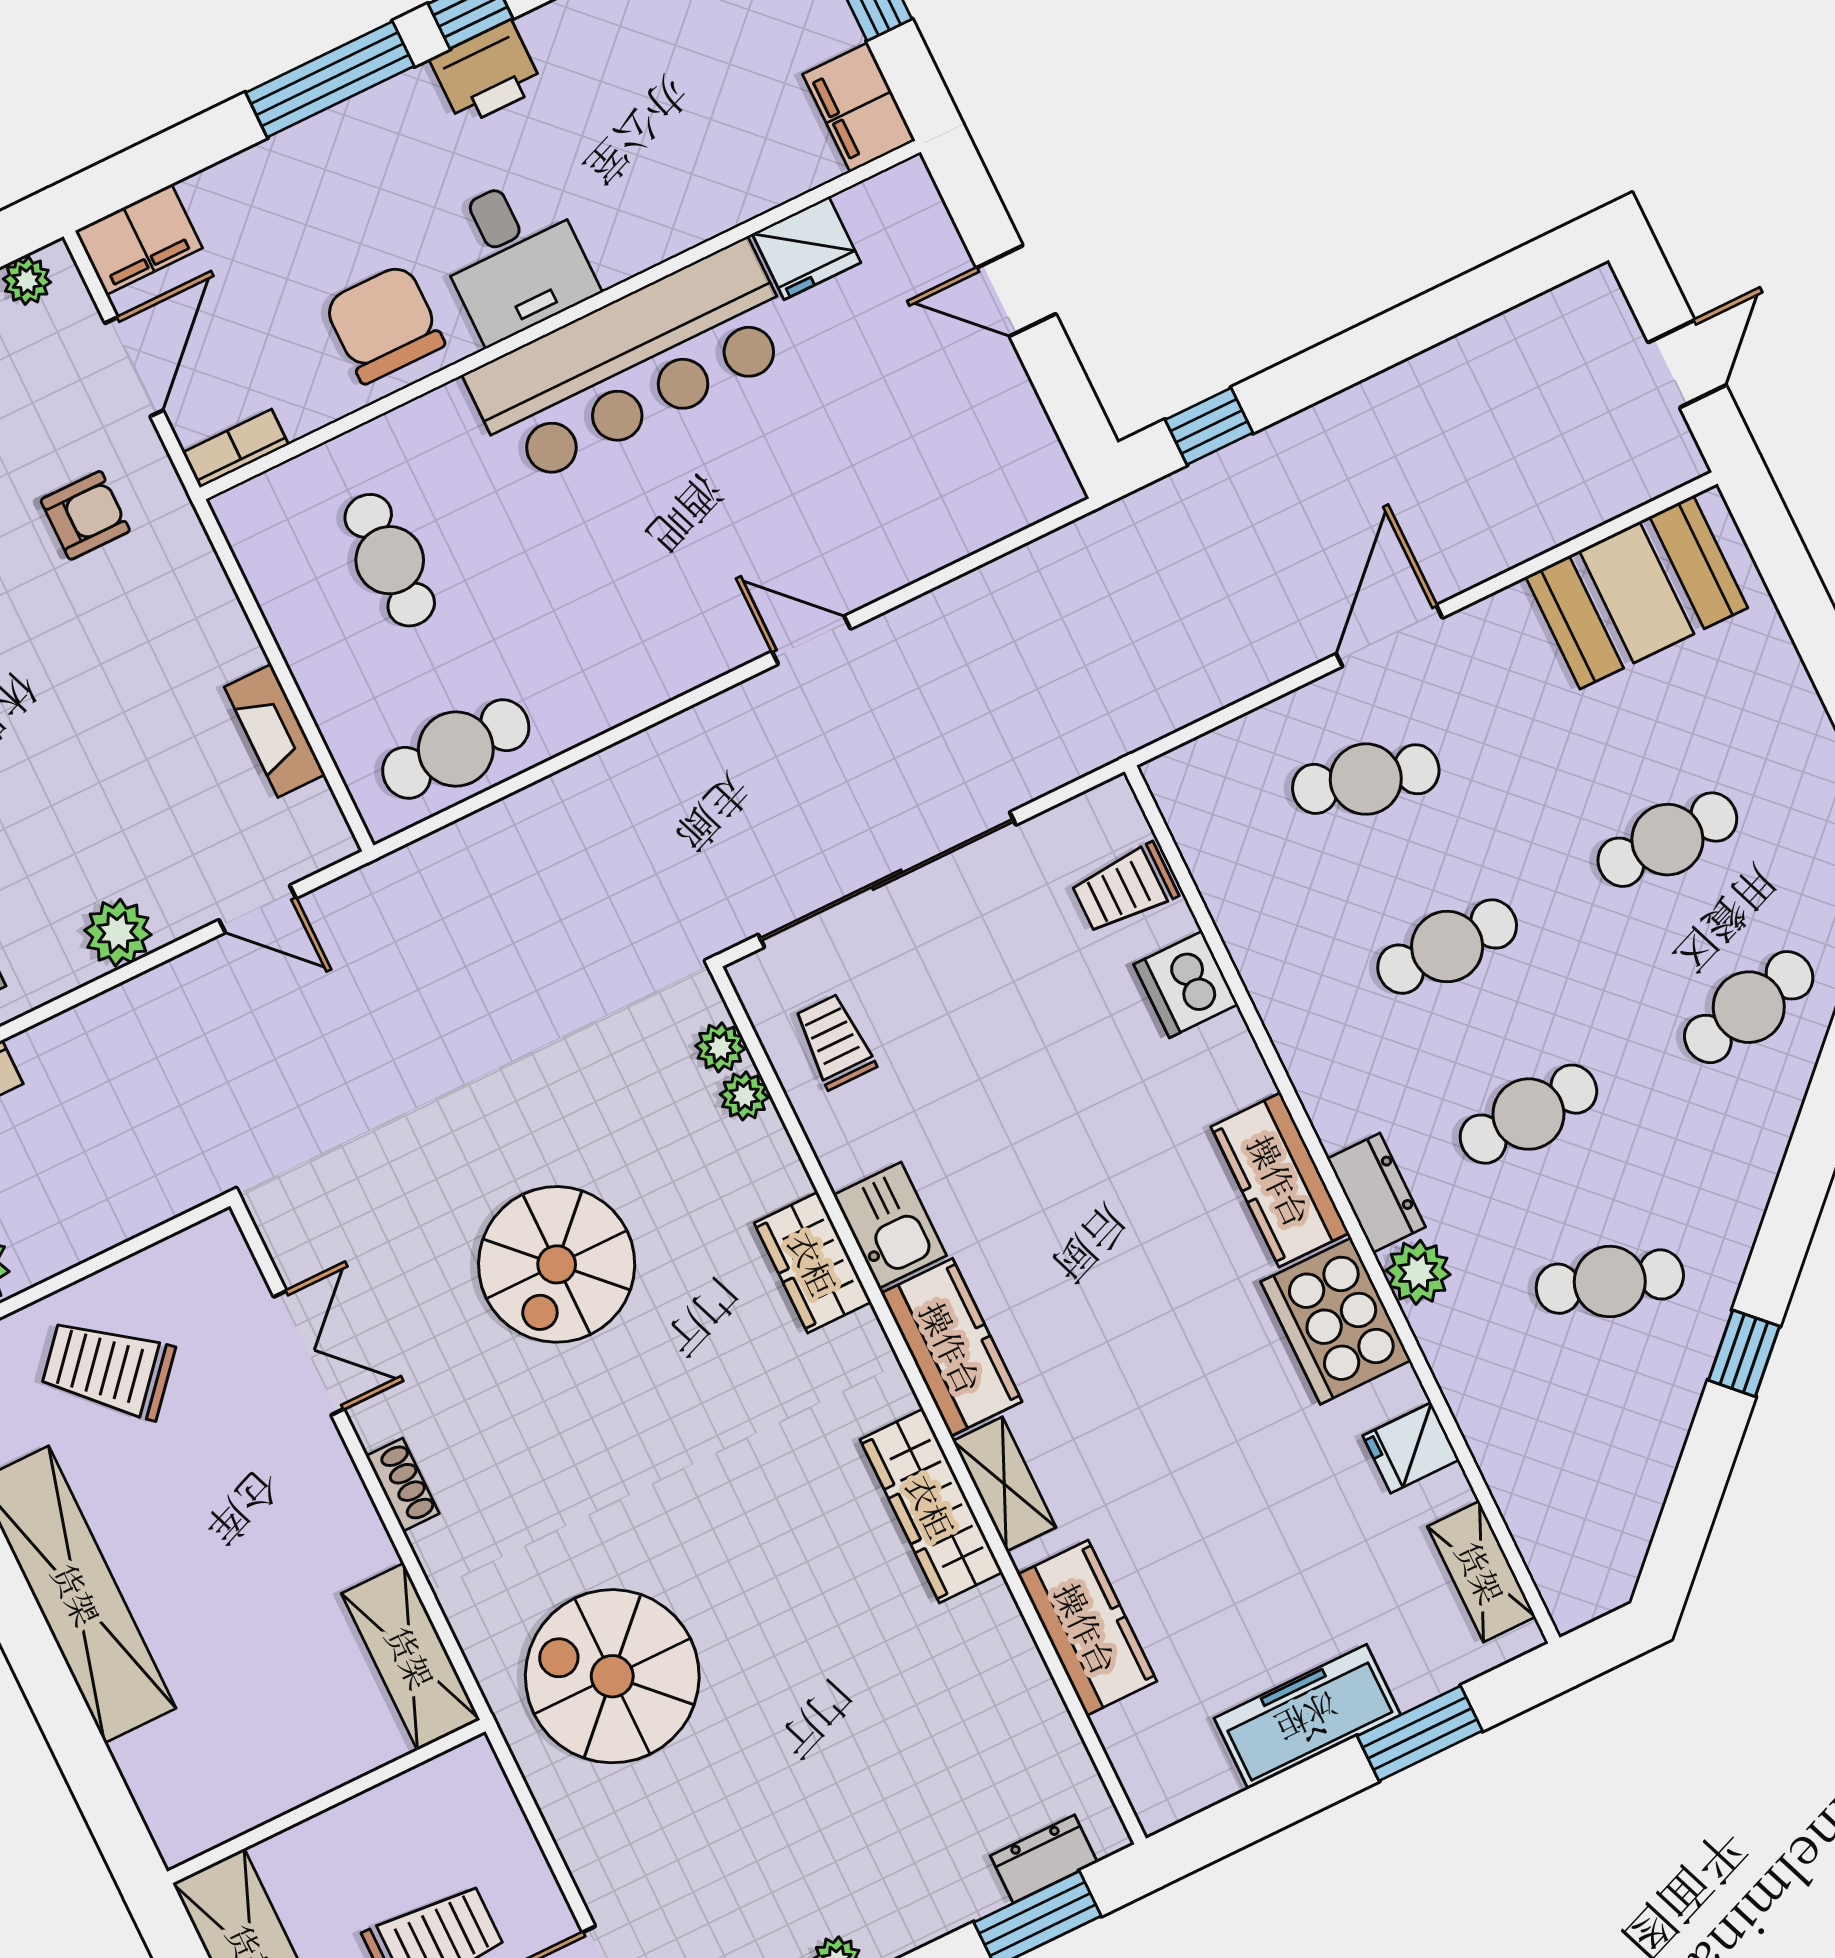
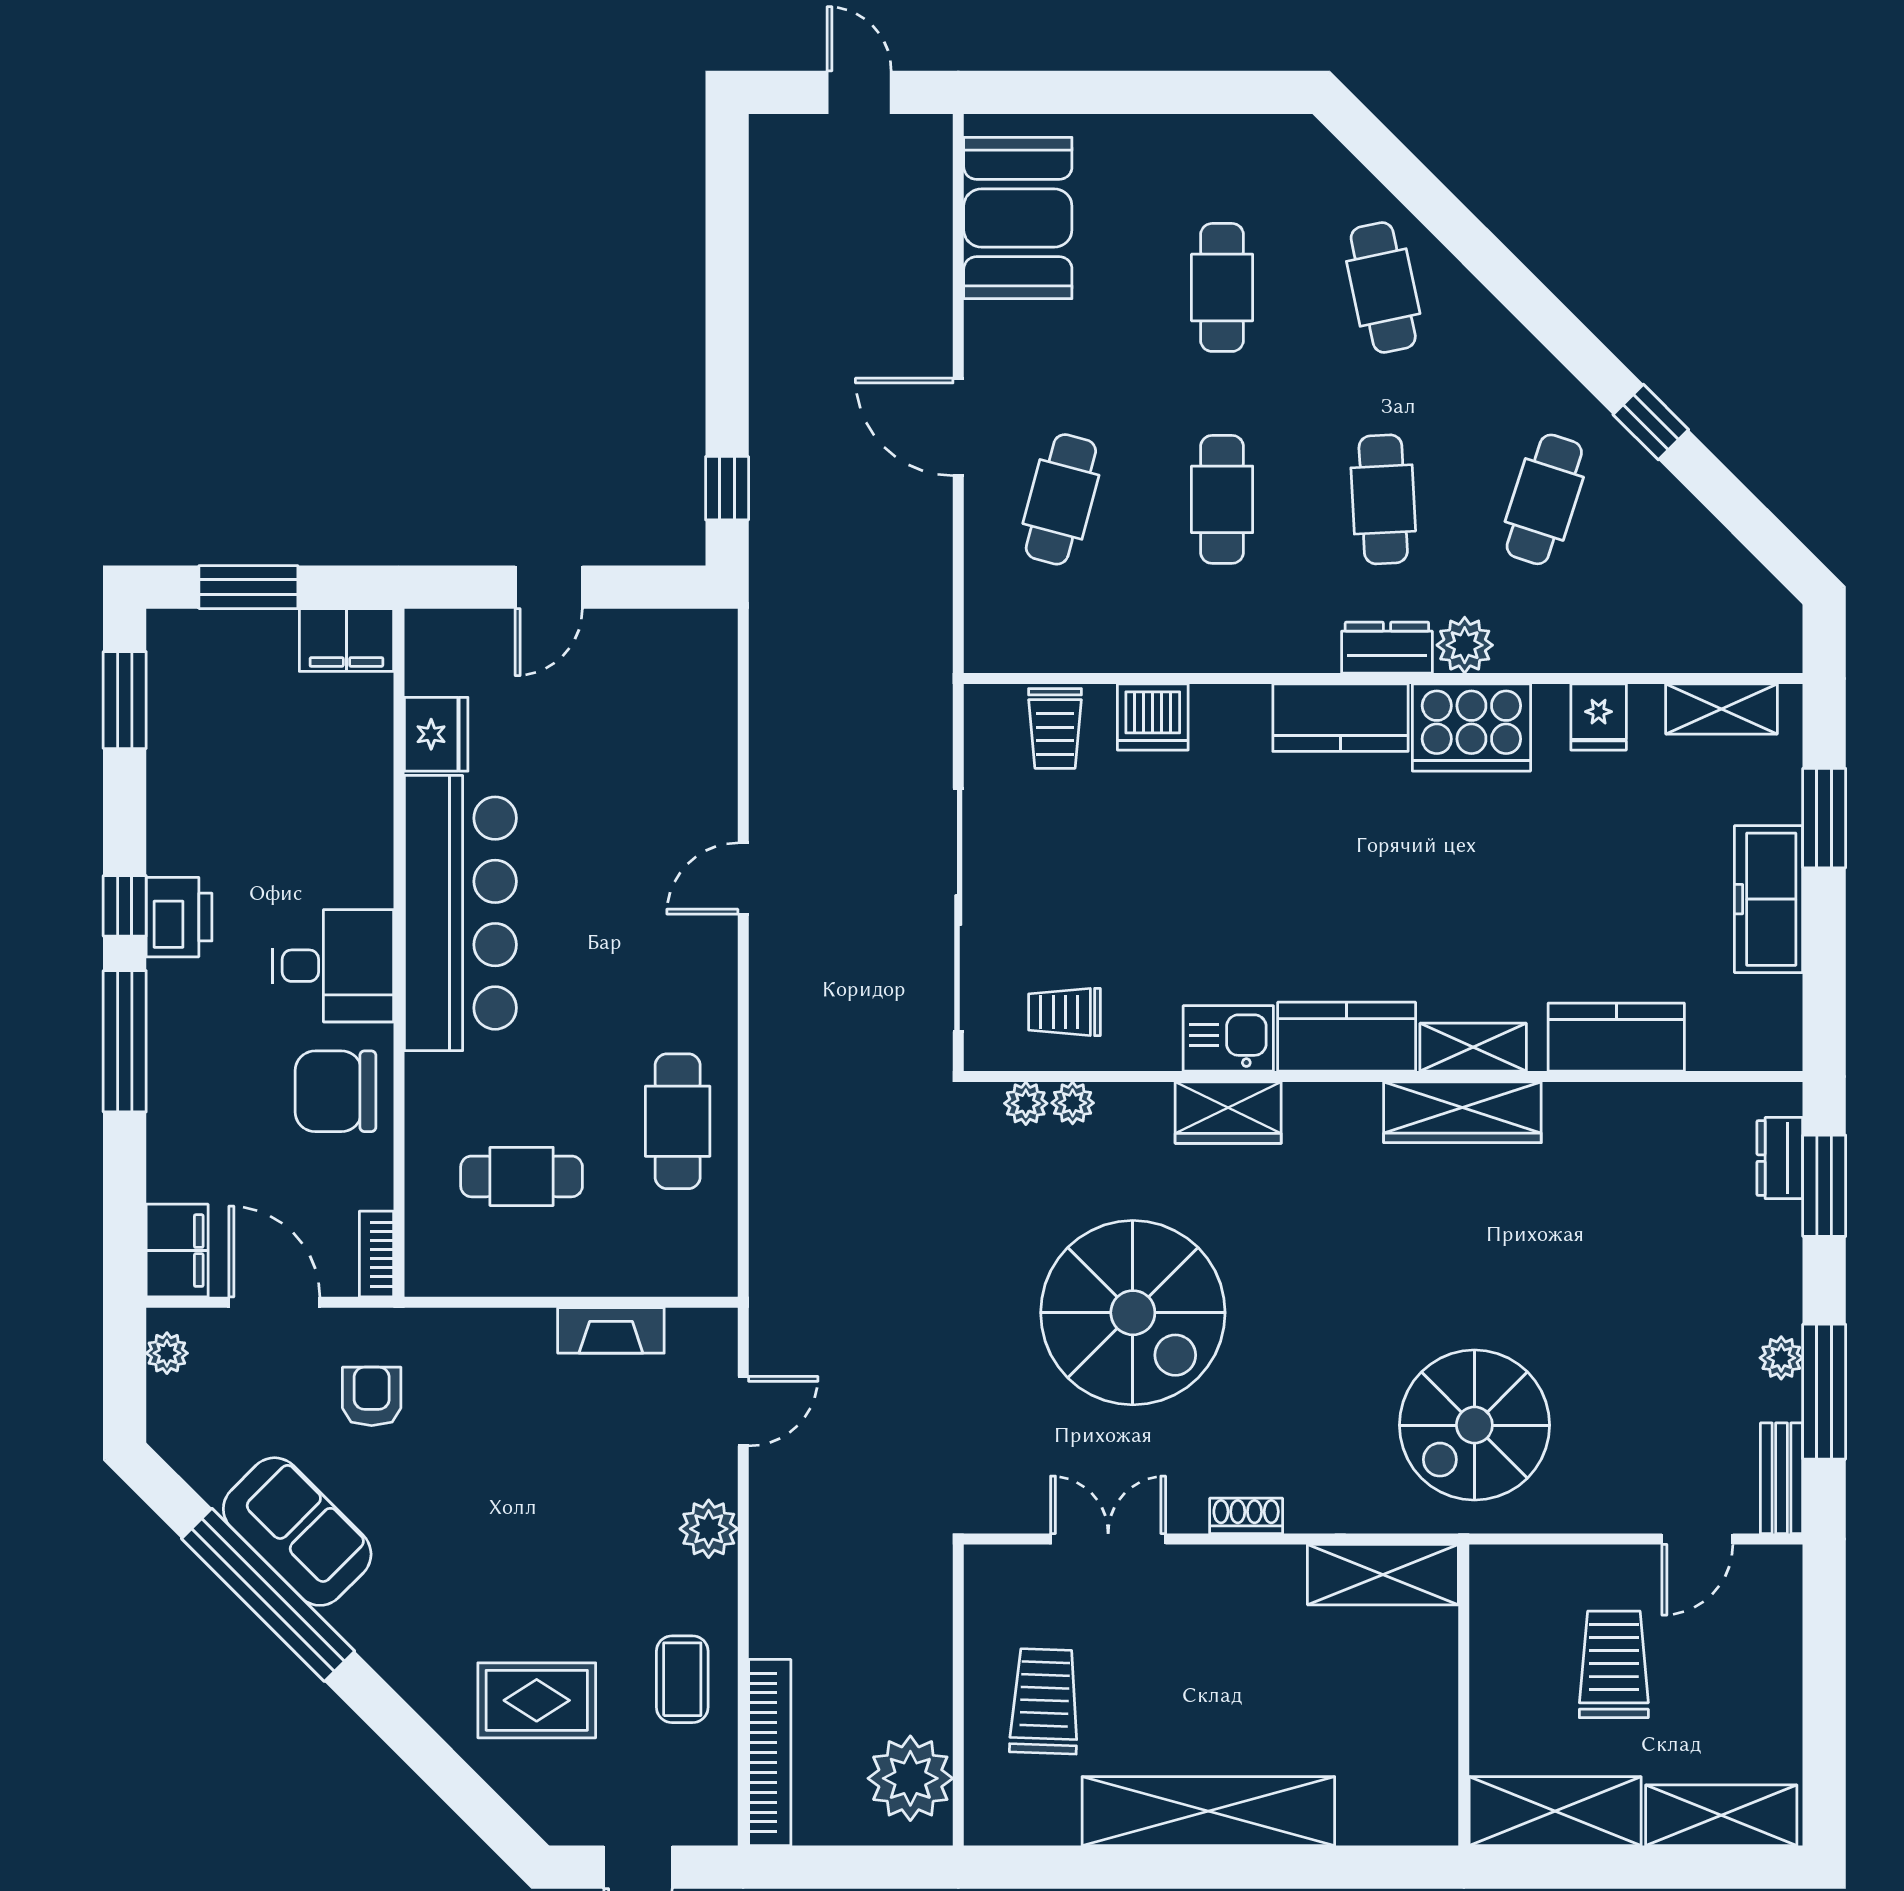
cafe table: (456, 749) -> (678, 1121), moved
spiral stairs: (557, 1264) -> (1133, 1313), width x1.37, depth x1.37
trolley: (108, 1369) -> (1045, 1701), turned 141

